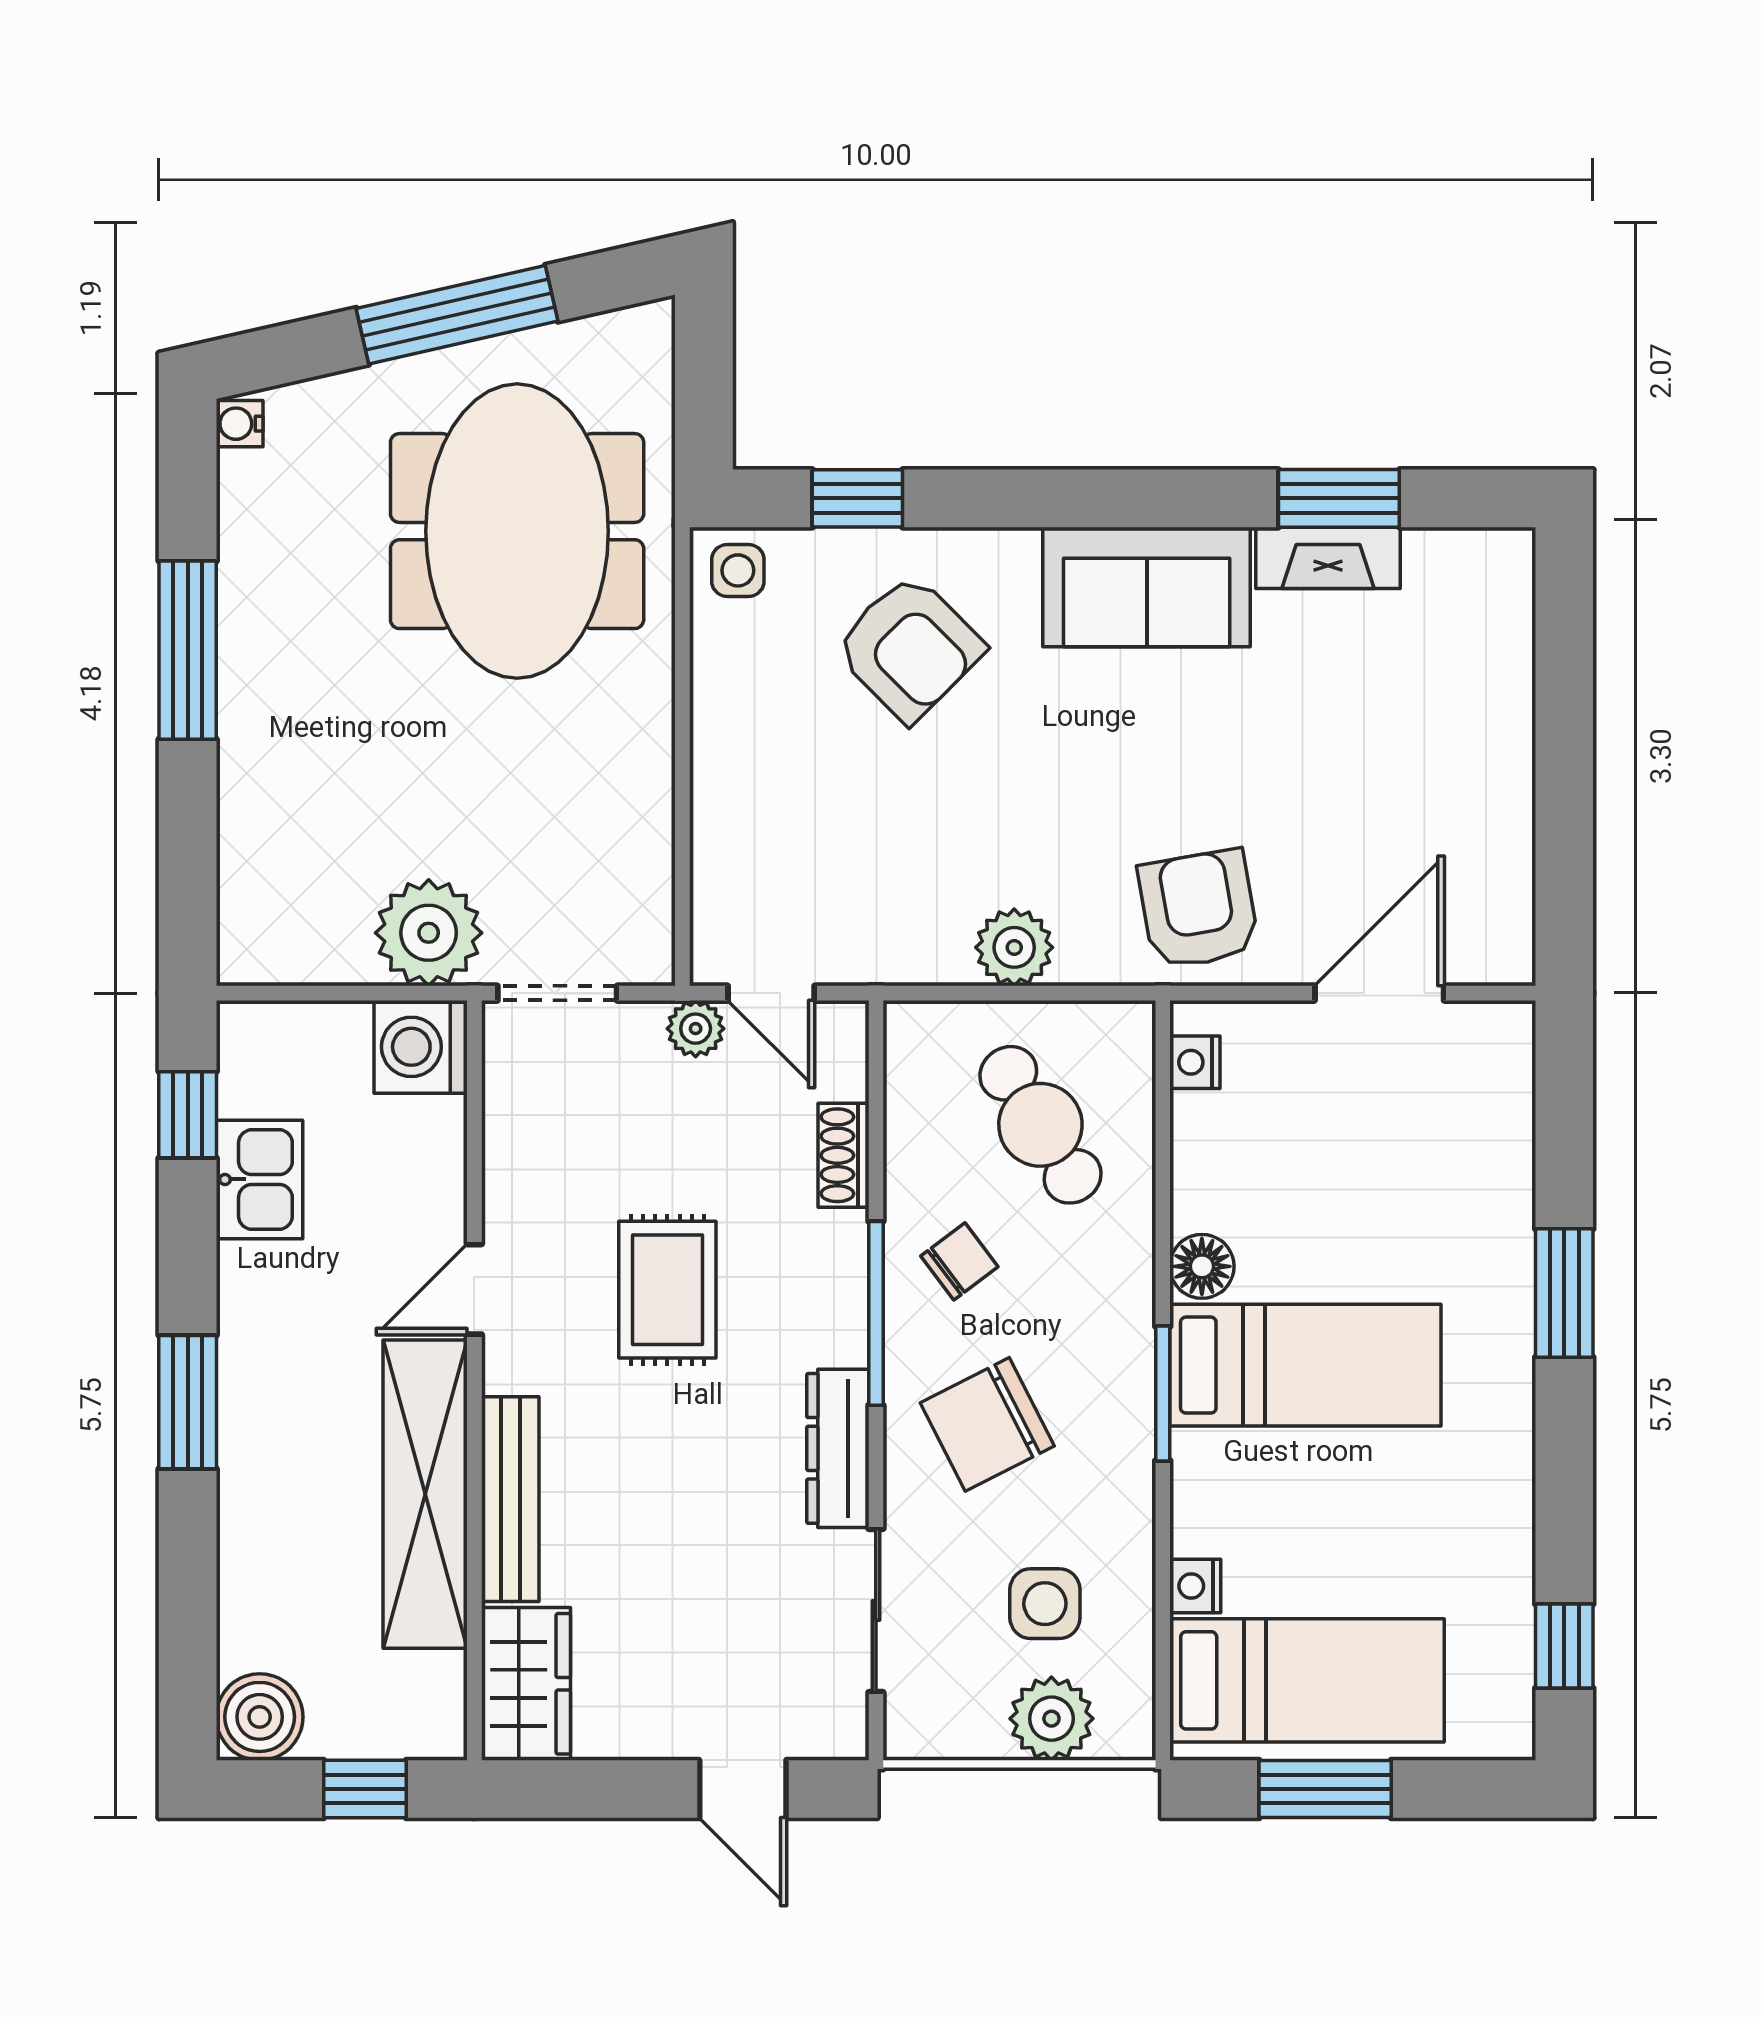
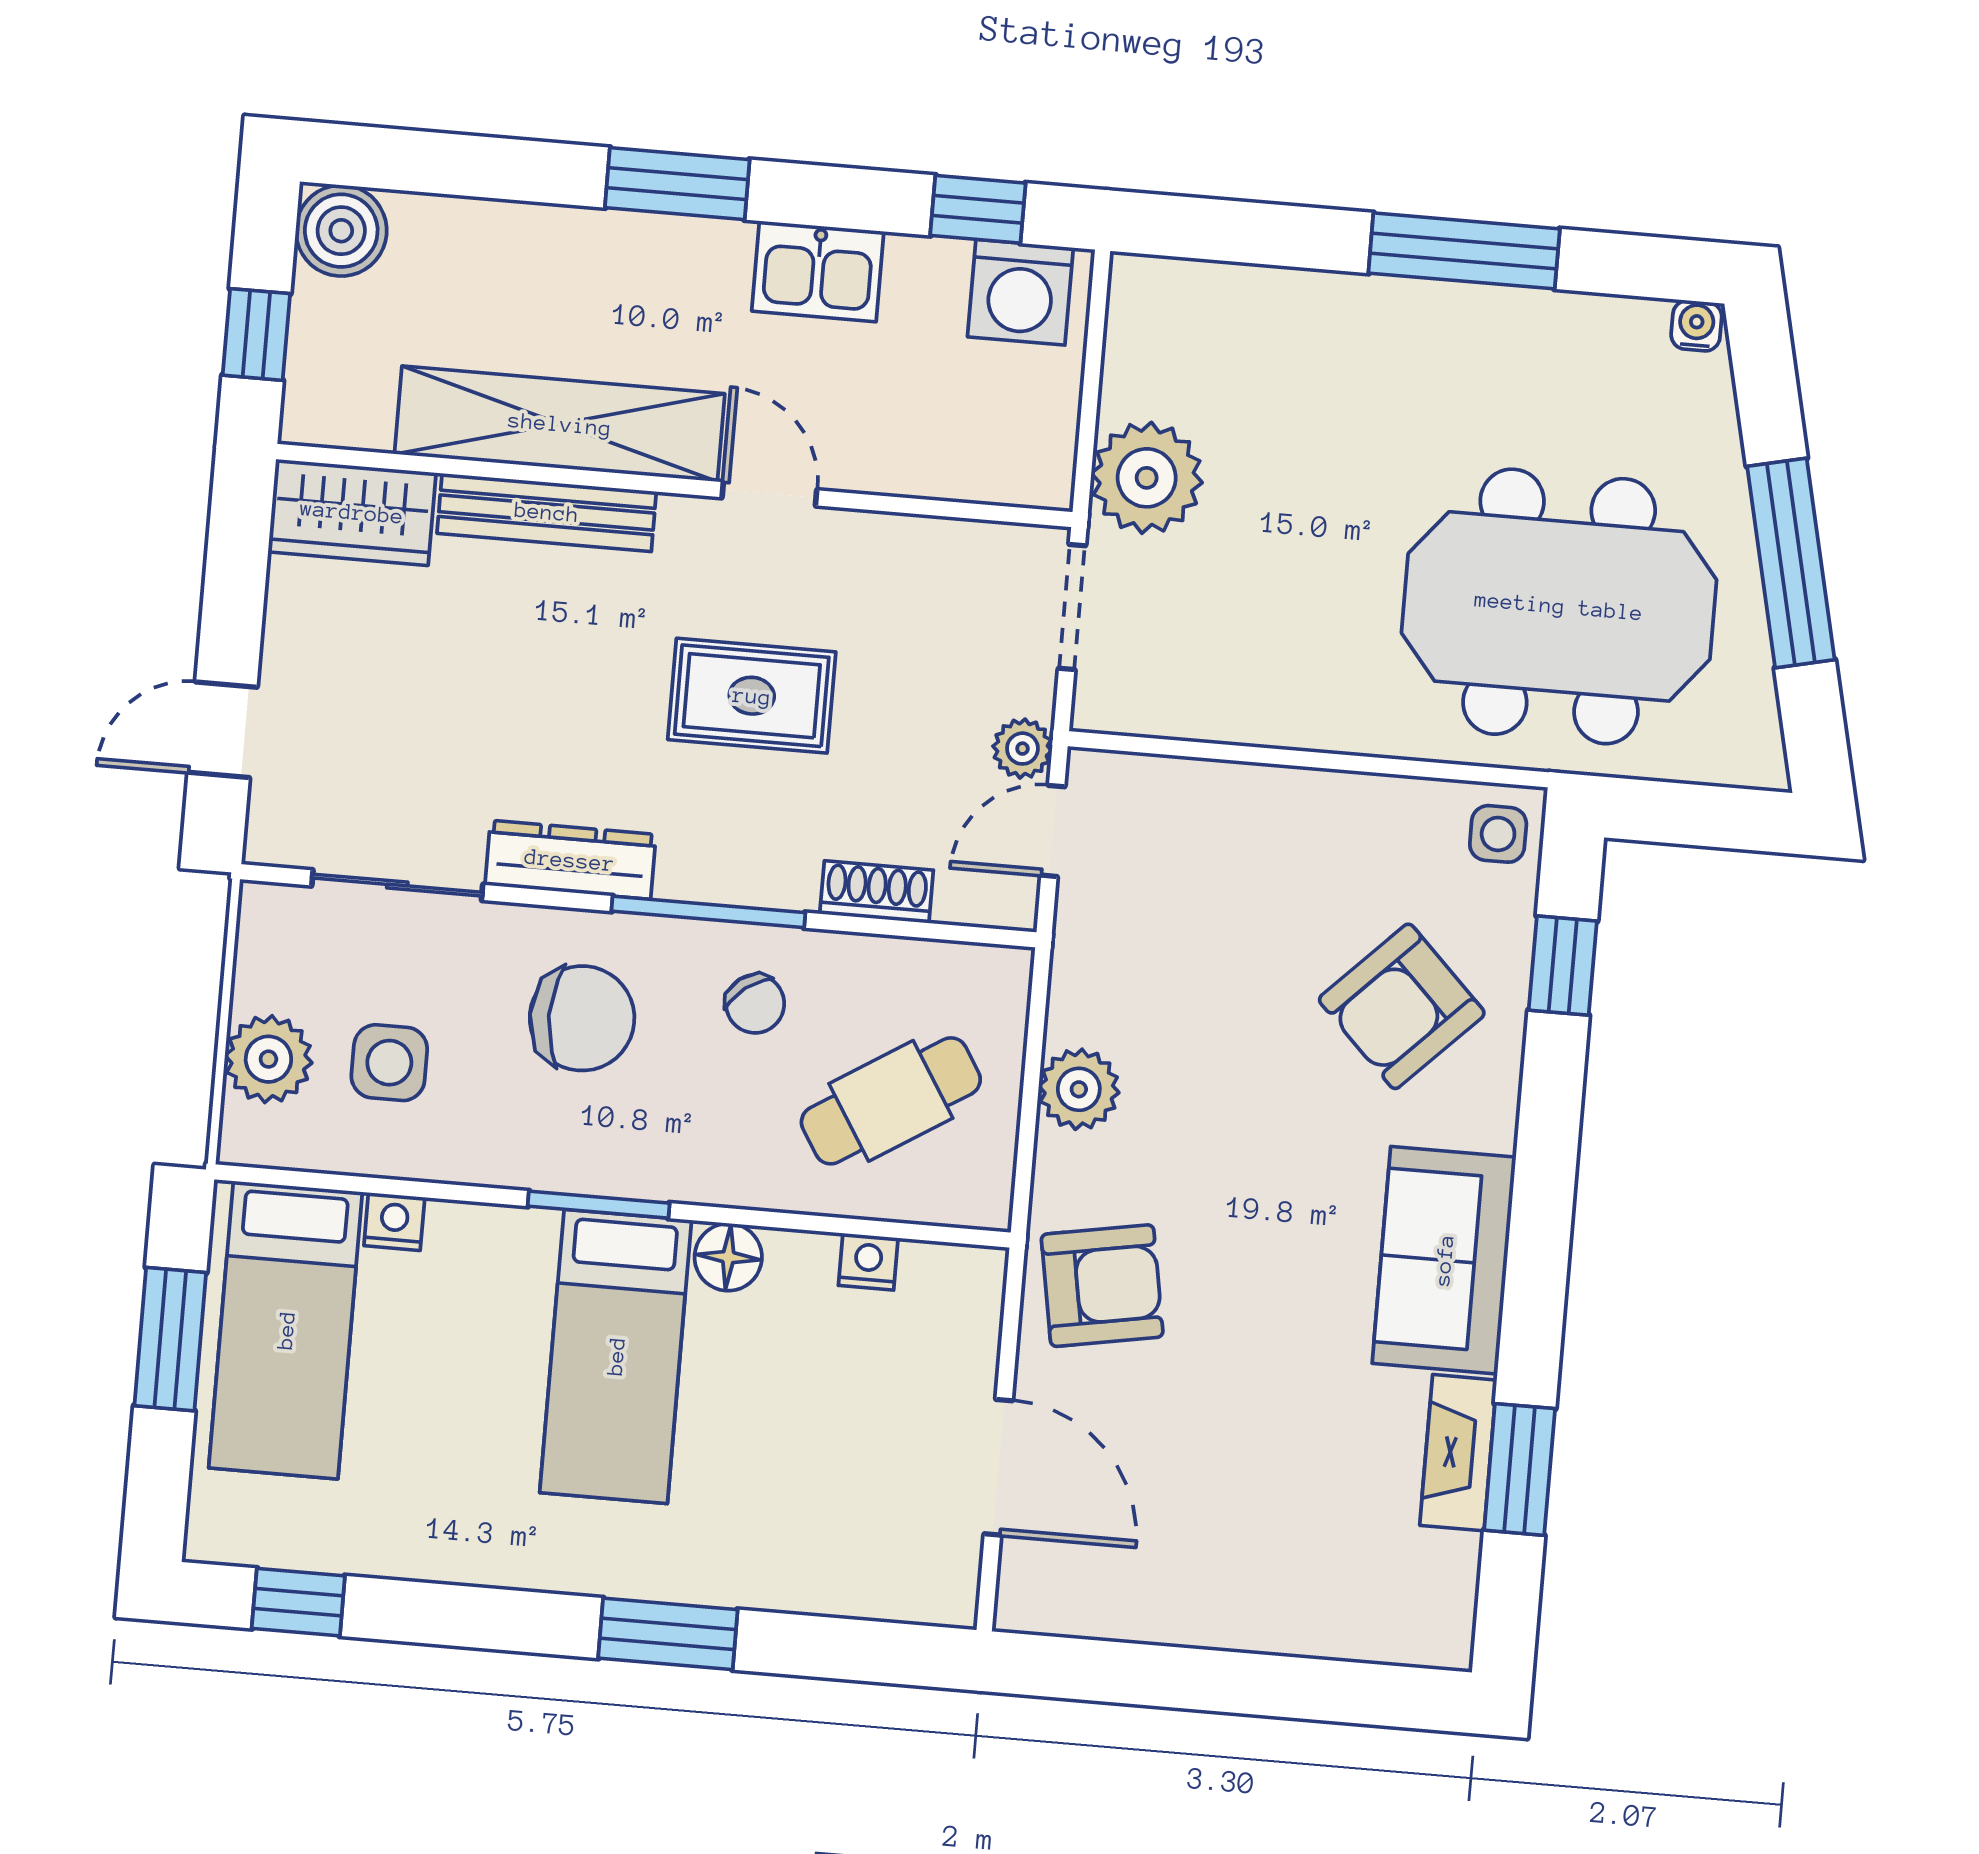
washing machine: (421, 1047) -> (1020, 292), moved, turned 180
nightstand: (1195, 1062) -> (868, 1262), moved
kitchen sink: (259, 1179) -> (818, 271), moved
chair: (987, 1424) -> (582, 1018), turned 117

